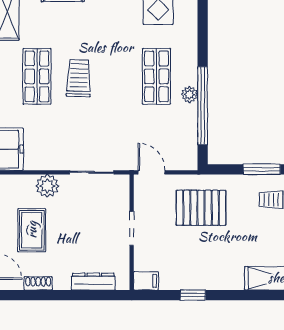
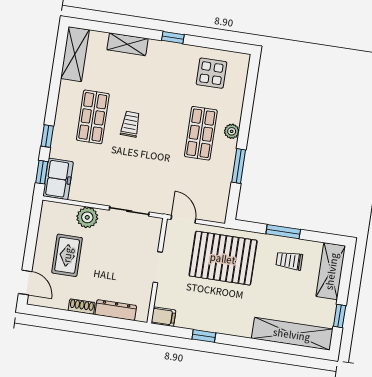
trolley: (79, 78) -> (130, 124), width x0.73, depth x0.72
plant: (189, 94) -> (232, 131), moved
window: (203, 106) -> (239, 166), width x0.47
pallet: (201, 208) -> (223, 258), width x1.37, depth x1.41
shoe rack: (38, 283) -> (82, 307), moved

